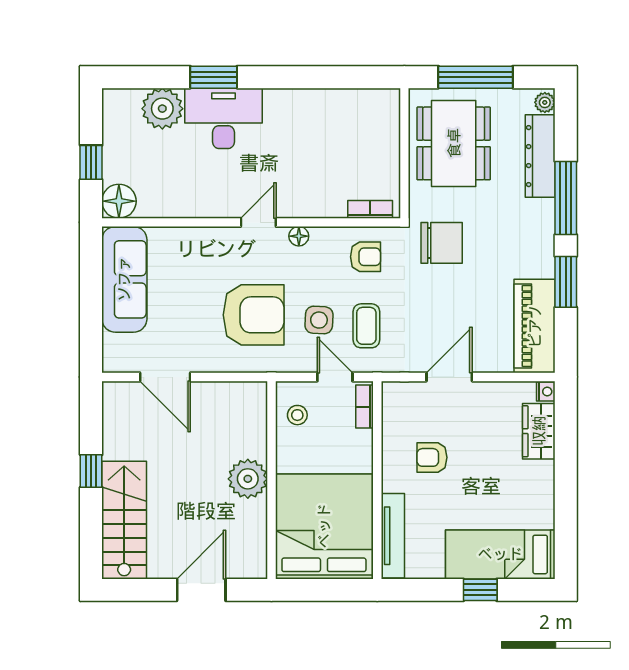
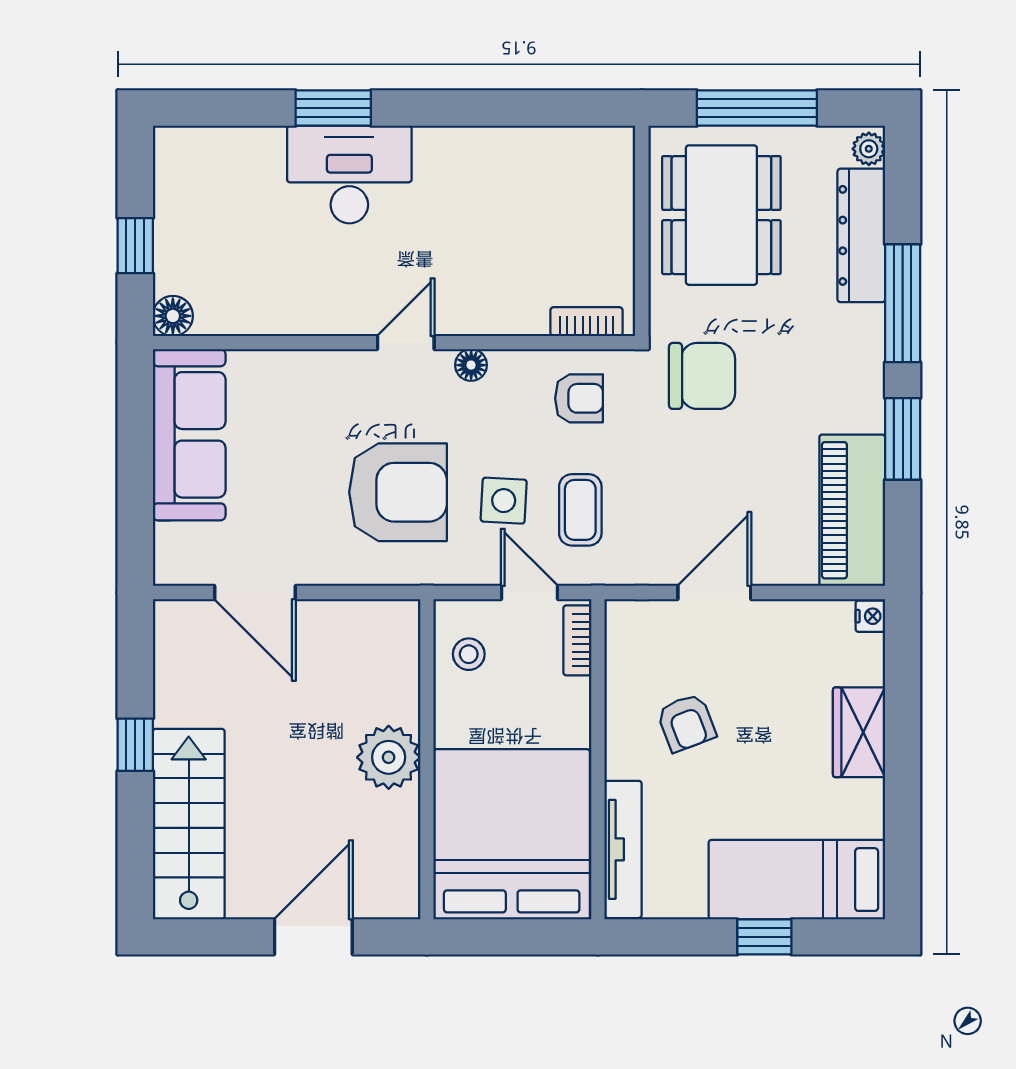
plant: (162, 109) -> (250, 159), removed
floor lamp: (119, 201) -> (173, 316), width x0.73, depth x0.73
wardrobe: (539, 431) -> (859, 732), moved
armchair: (432, 457) -> (686, 723), turned -111

